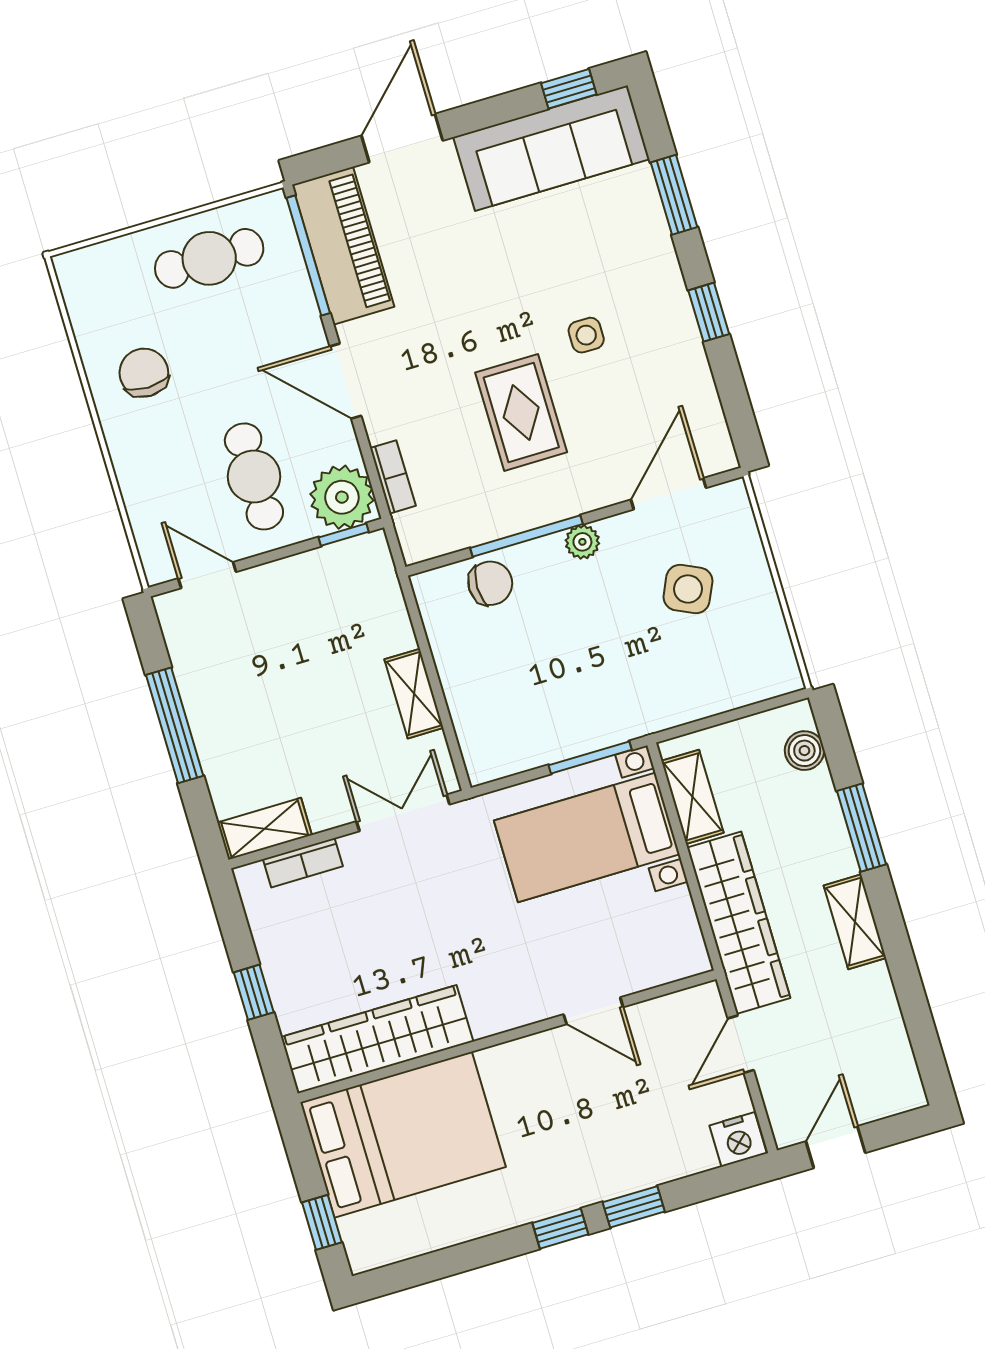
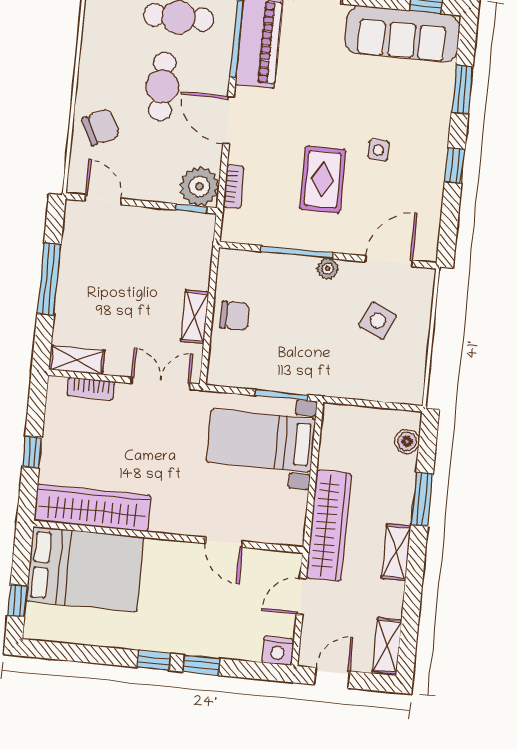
chair: (144, 373) -> (101, 127), moved, turned 64
cafe table: (254, 476) -> (162, 86), moved
chair: (490, 583) -> (235, 316), moved
shelving: (692, 797) -> (387, 646), moved

